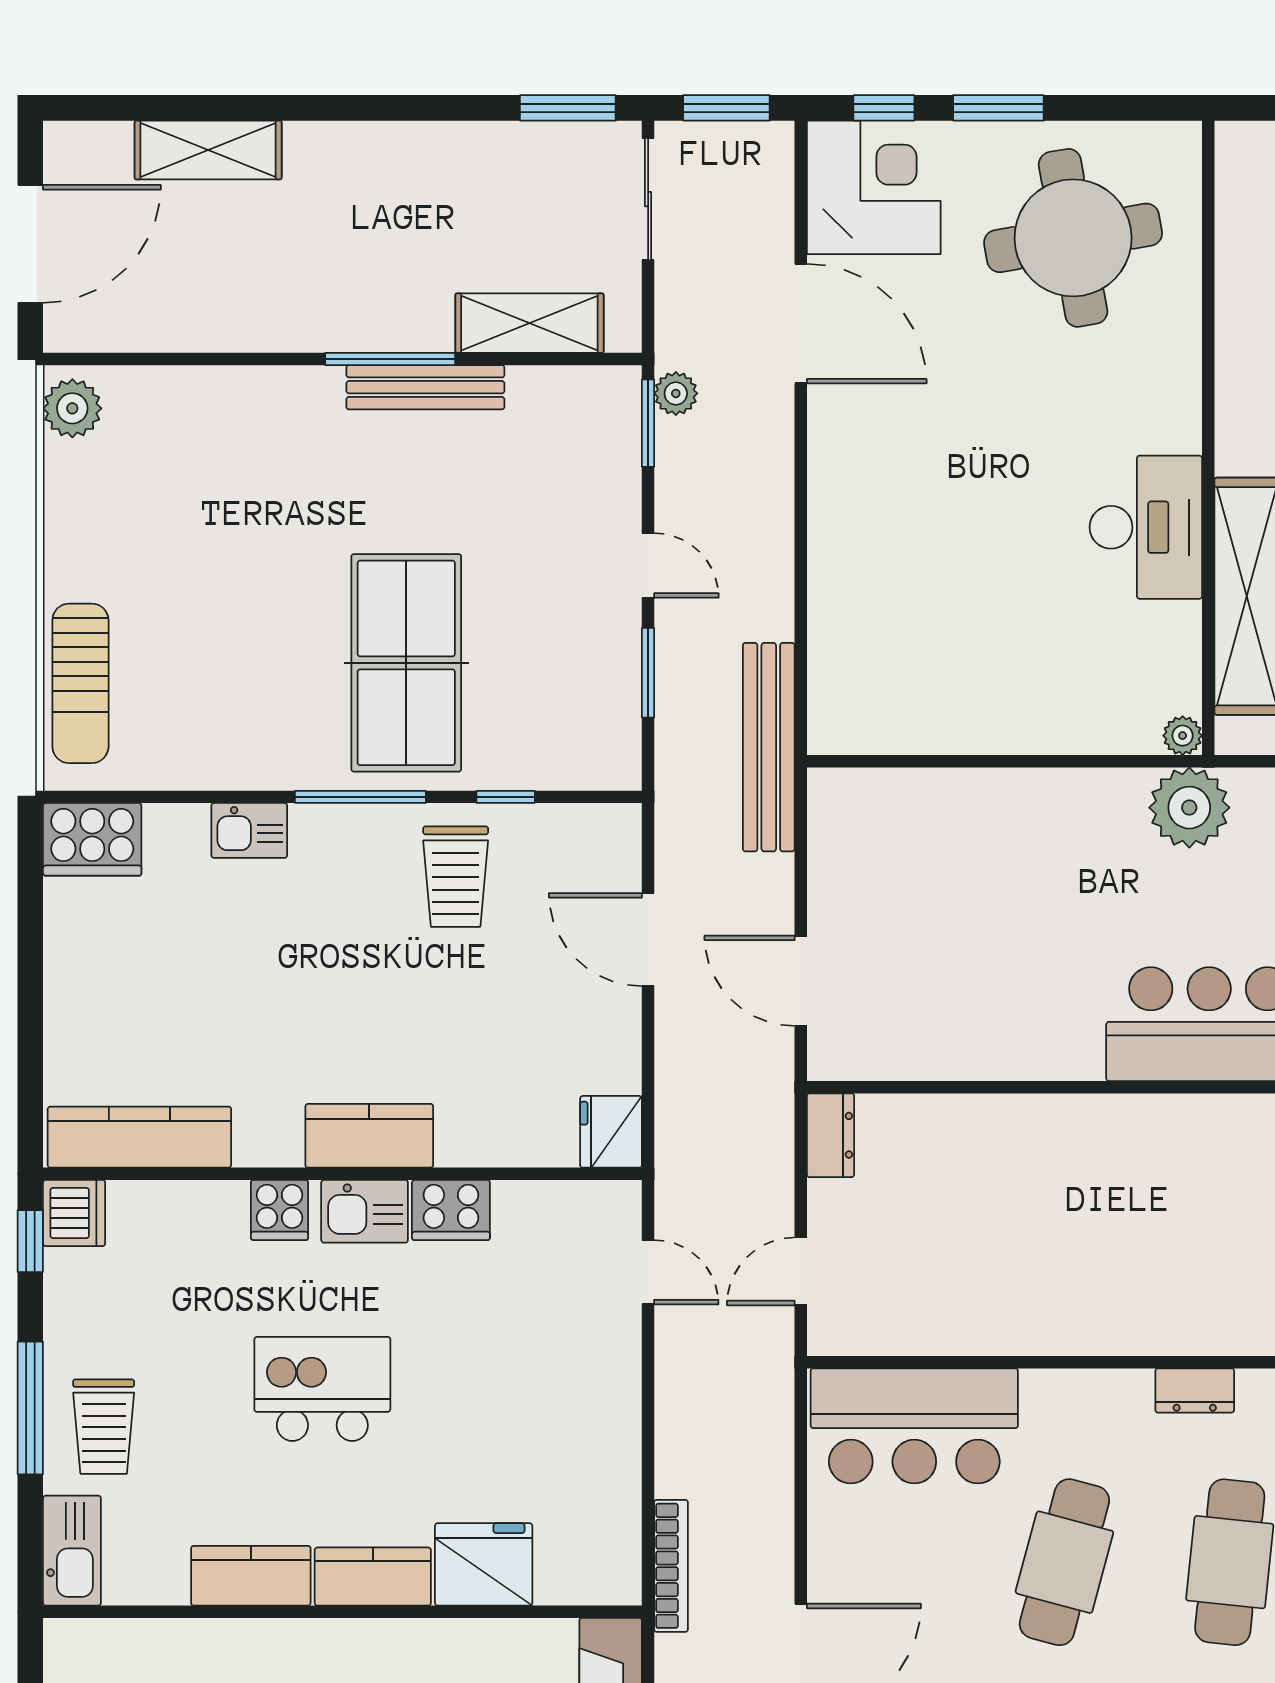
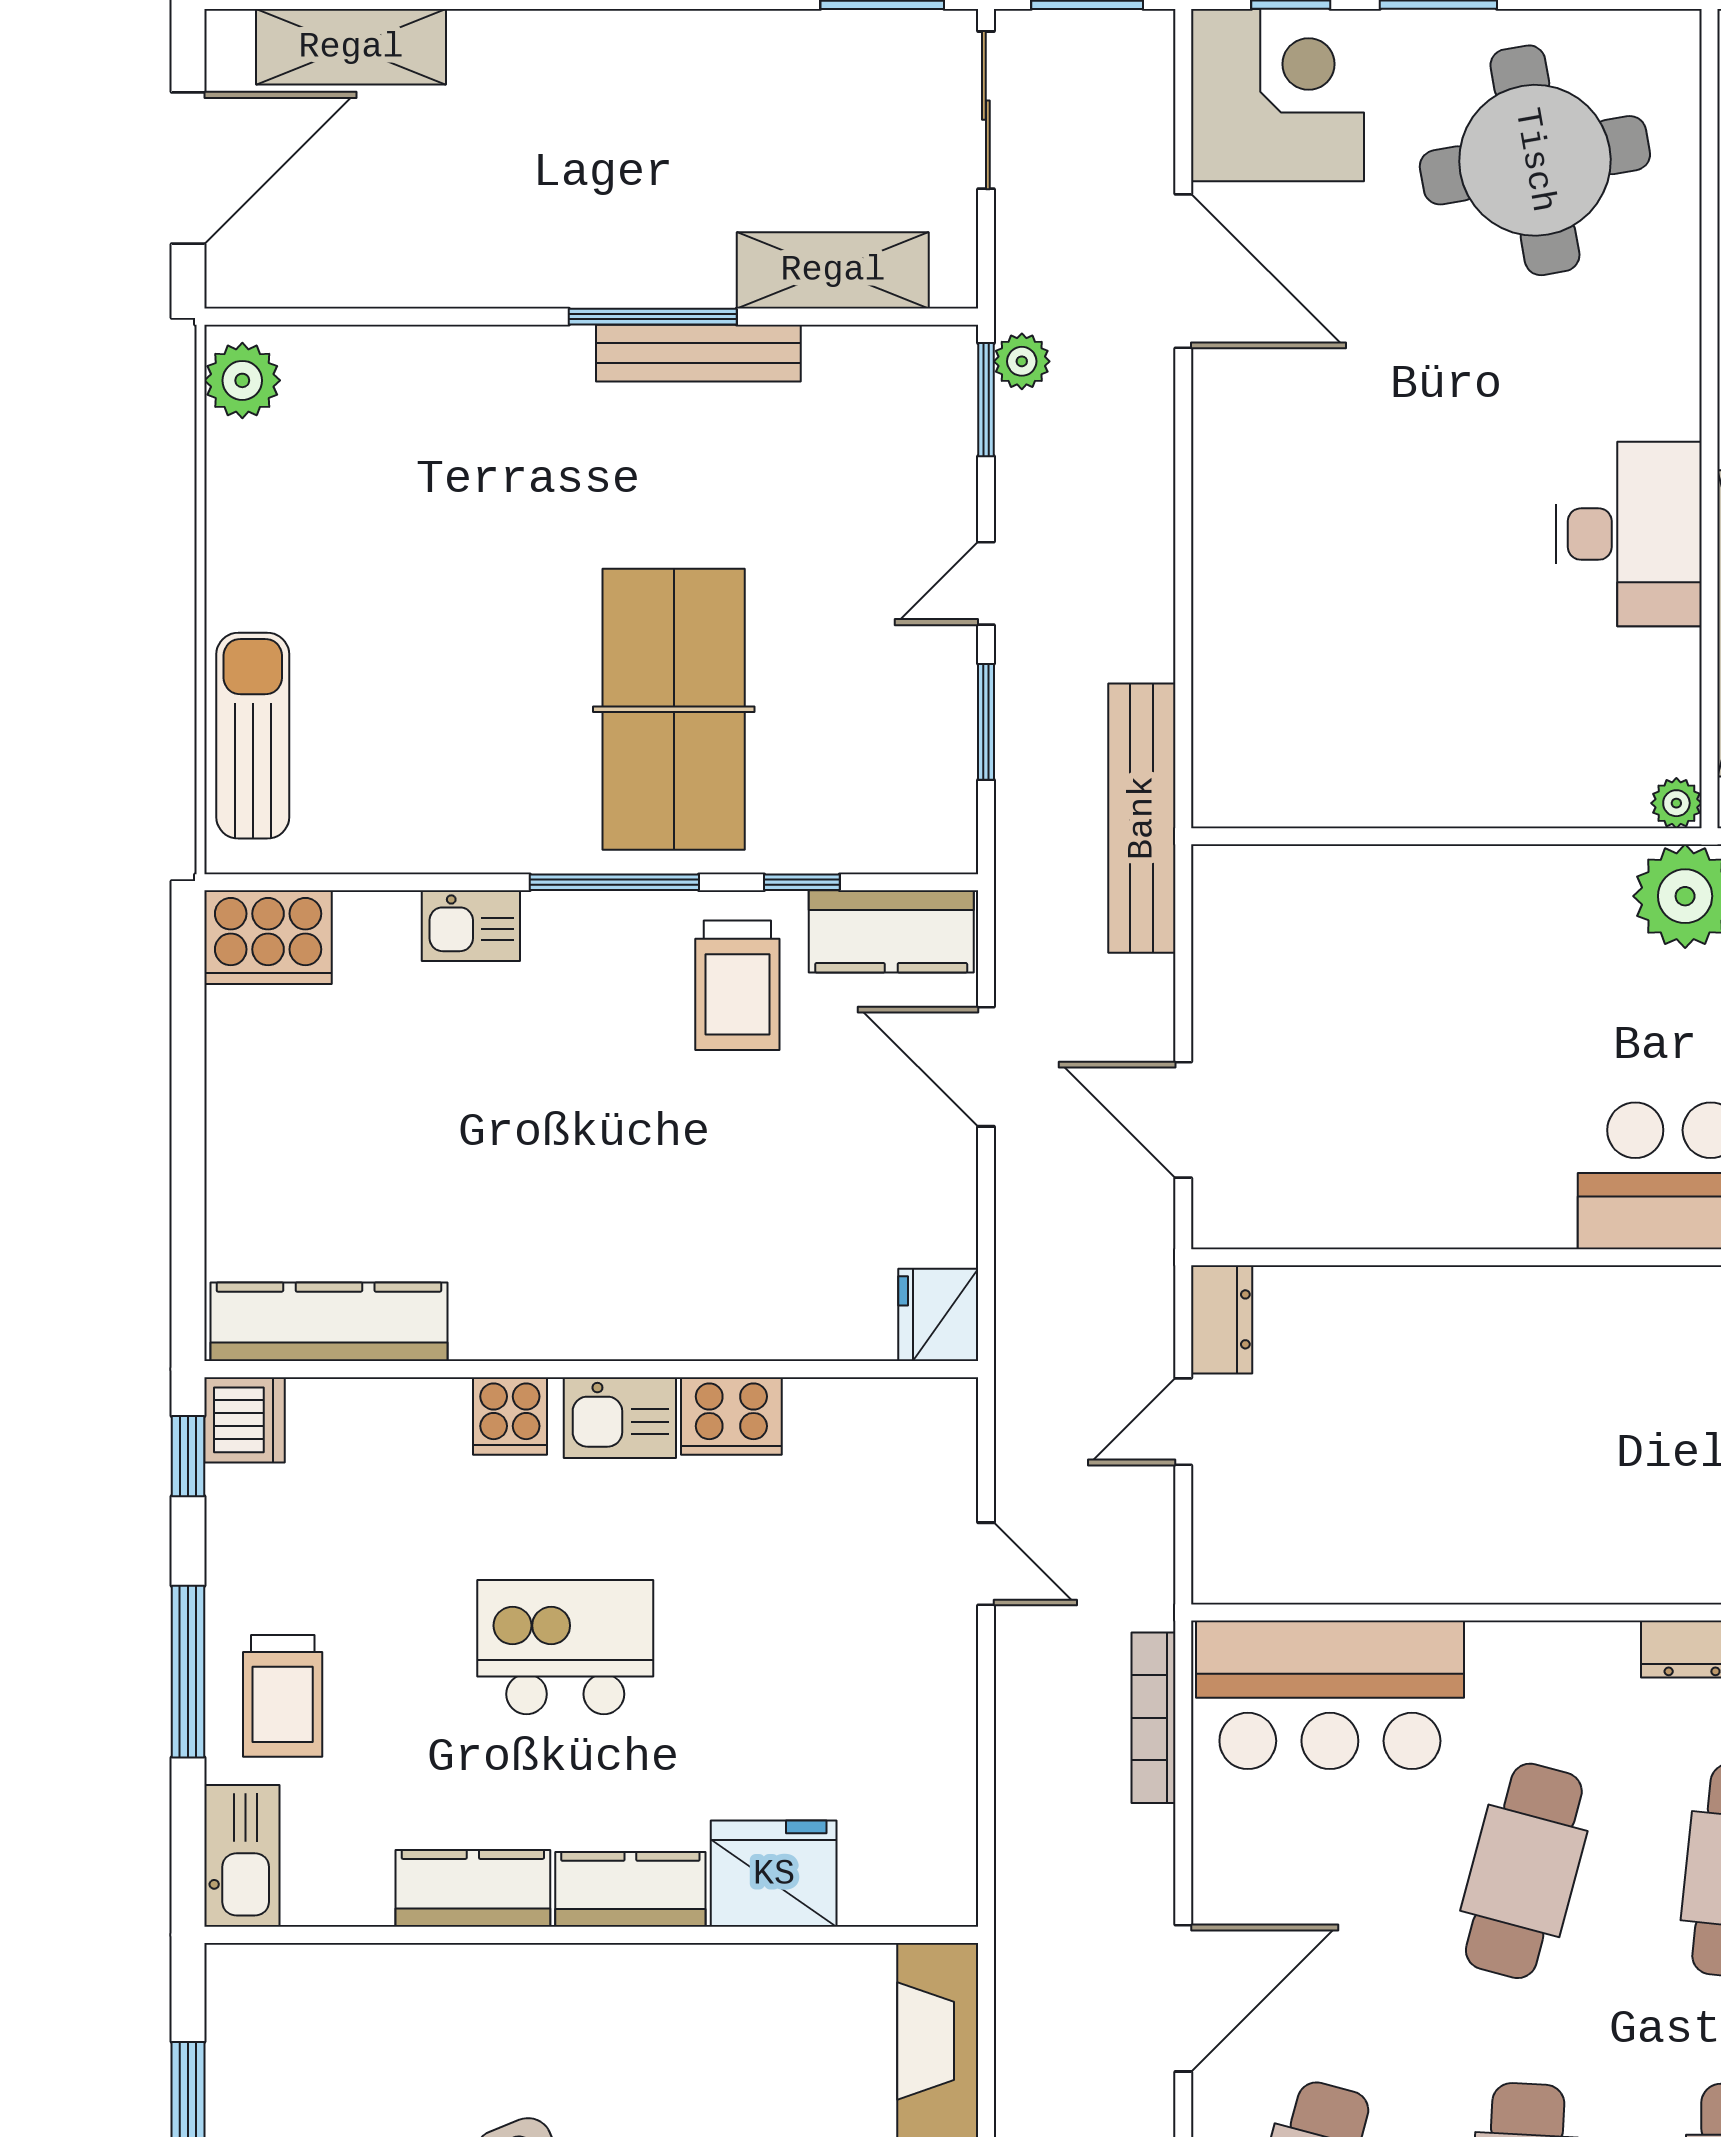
shelving: (208, 150) -> (351, 47), moved
door: (648, 565) -> (986, 583), swing flipped
sun lounger: (80, 683) -> (253, 736), turned 180
kitchen counter: (369, 1136) -> (891, 931), moved, turned 180
door: (801, 1271) -> (1183, 1422), moved
door: (648, 1272) -> (986, 1564), moved
bookcase: (671, 1566) -> (1154, 1718), moved, turned 180

